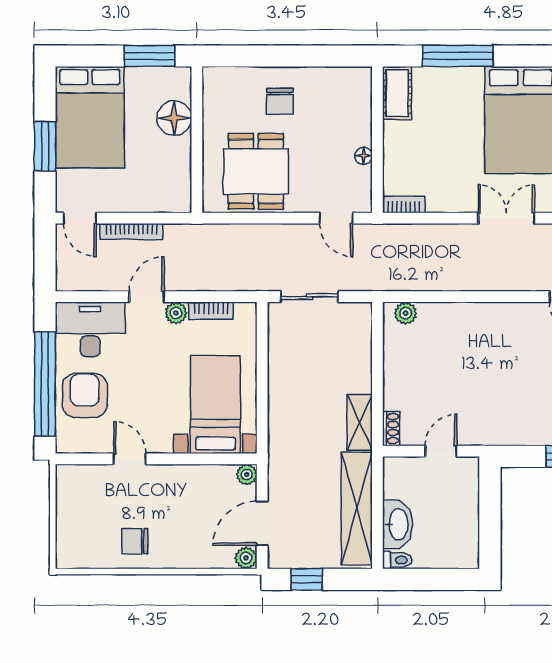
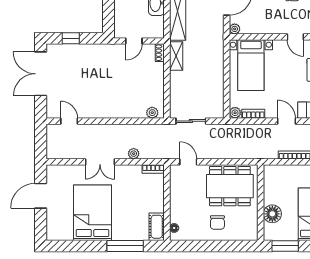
chair: (280, 101) -> (217, 223), turned 180
floor lamp: (363, 156) -> (174, 228), moved
dining table: (256, 171) -> (230, 186), width x1.37
plant: (441, 234) -> (134, 154), added
door: (147, 297) -> (287, 121), swing flipped
sliding door: (310, 297) -> (191, 121), moved
plant: (176, 313) -> (235, 113), moved

